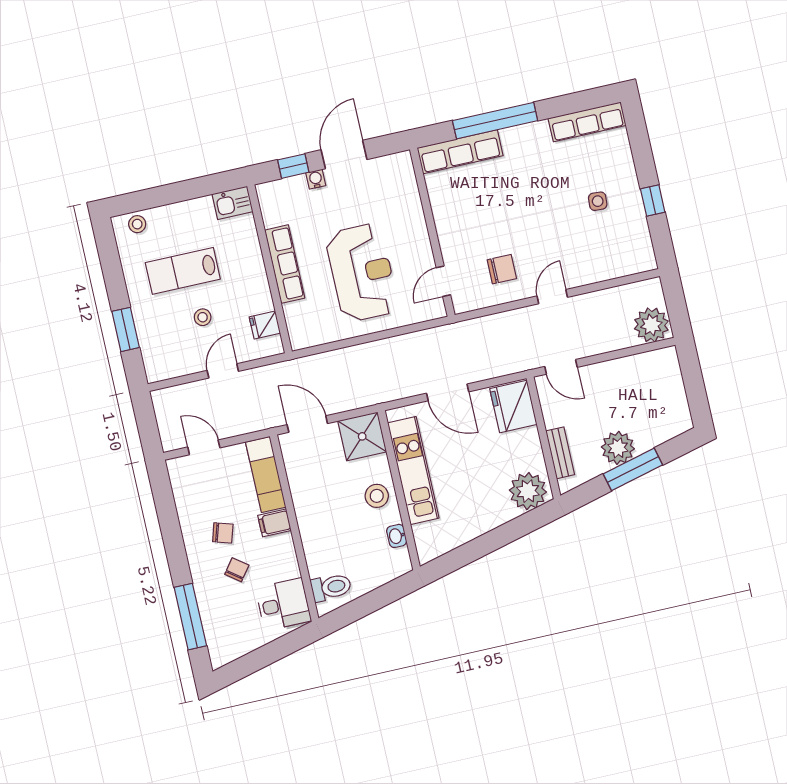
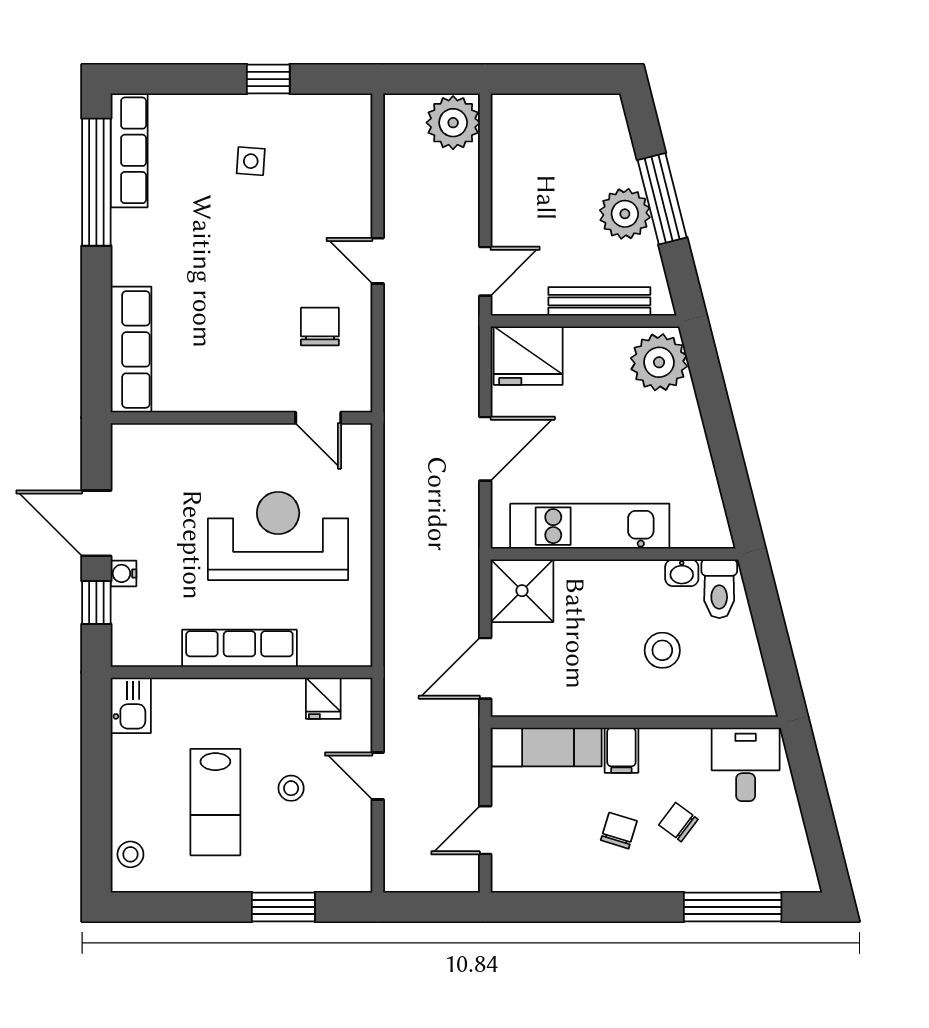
window: (495, 121) -> (96, 182), moved
bench: (560, 453) -> (599, 301), width x1.36
stool: (377, 496) -> (662, 650), moved
toilet: (331, 587) -> (719, 589), moved, turned 180

